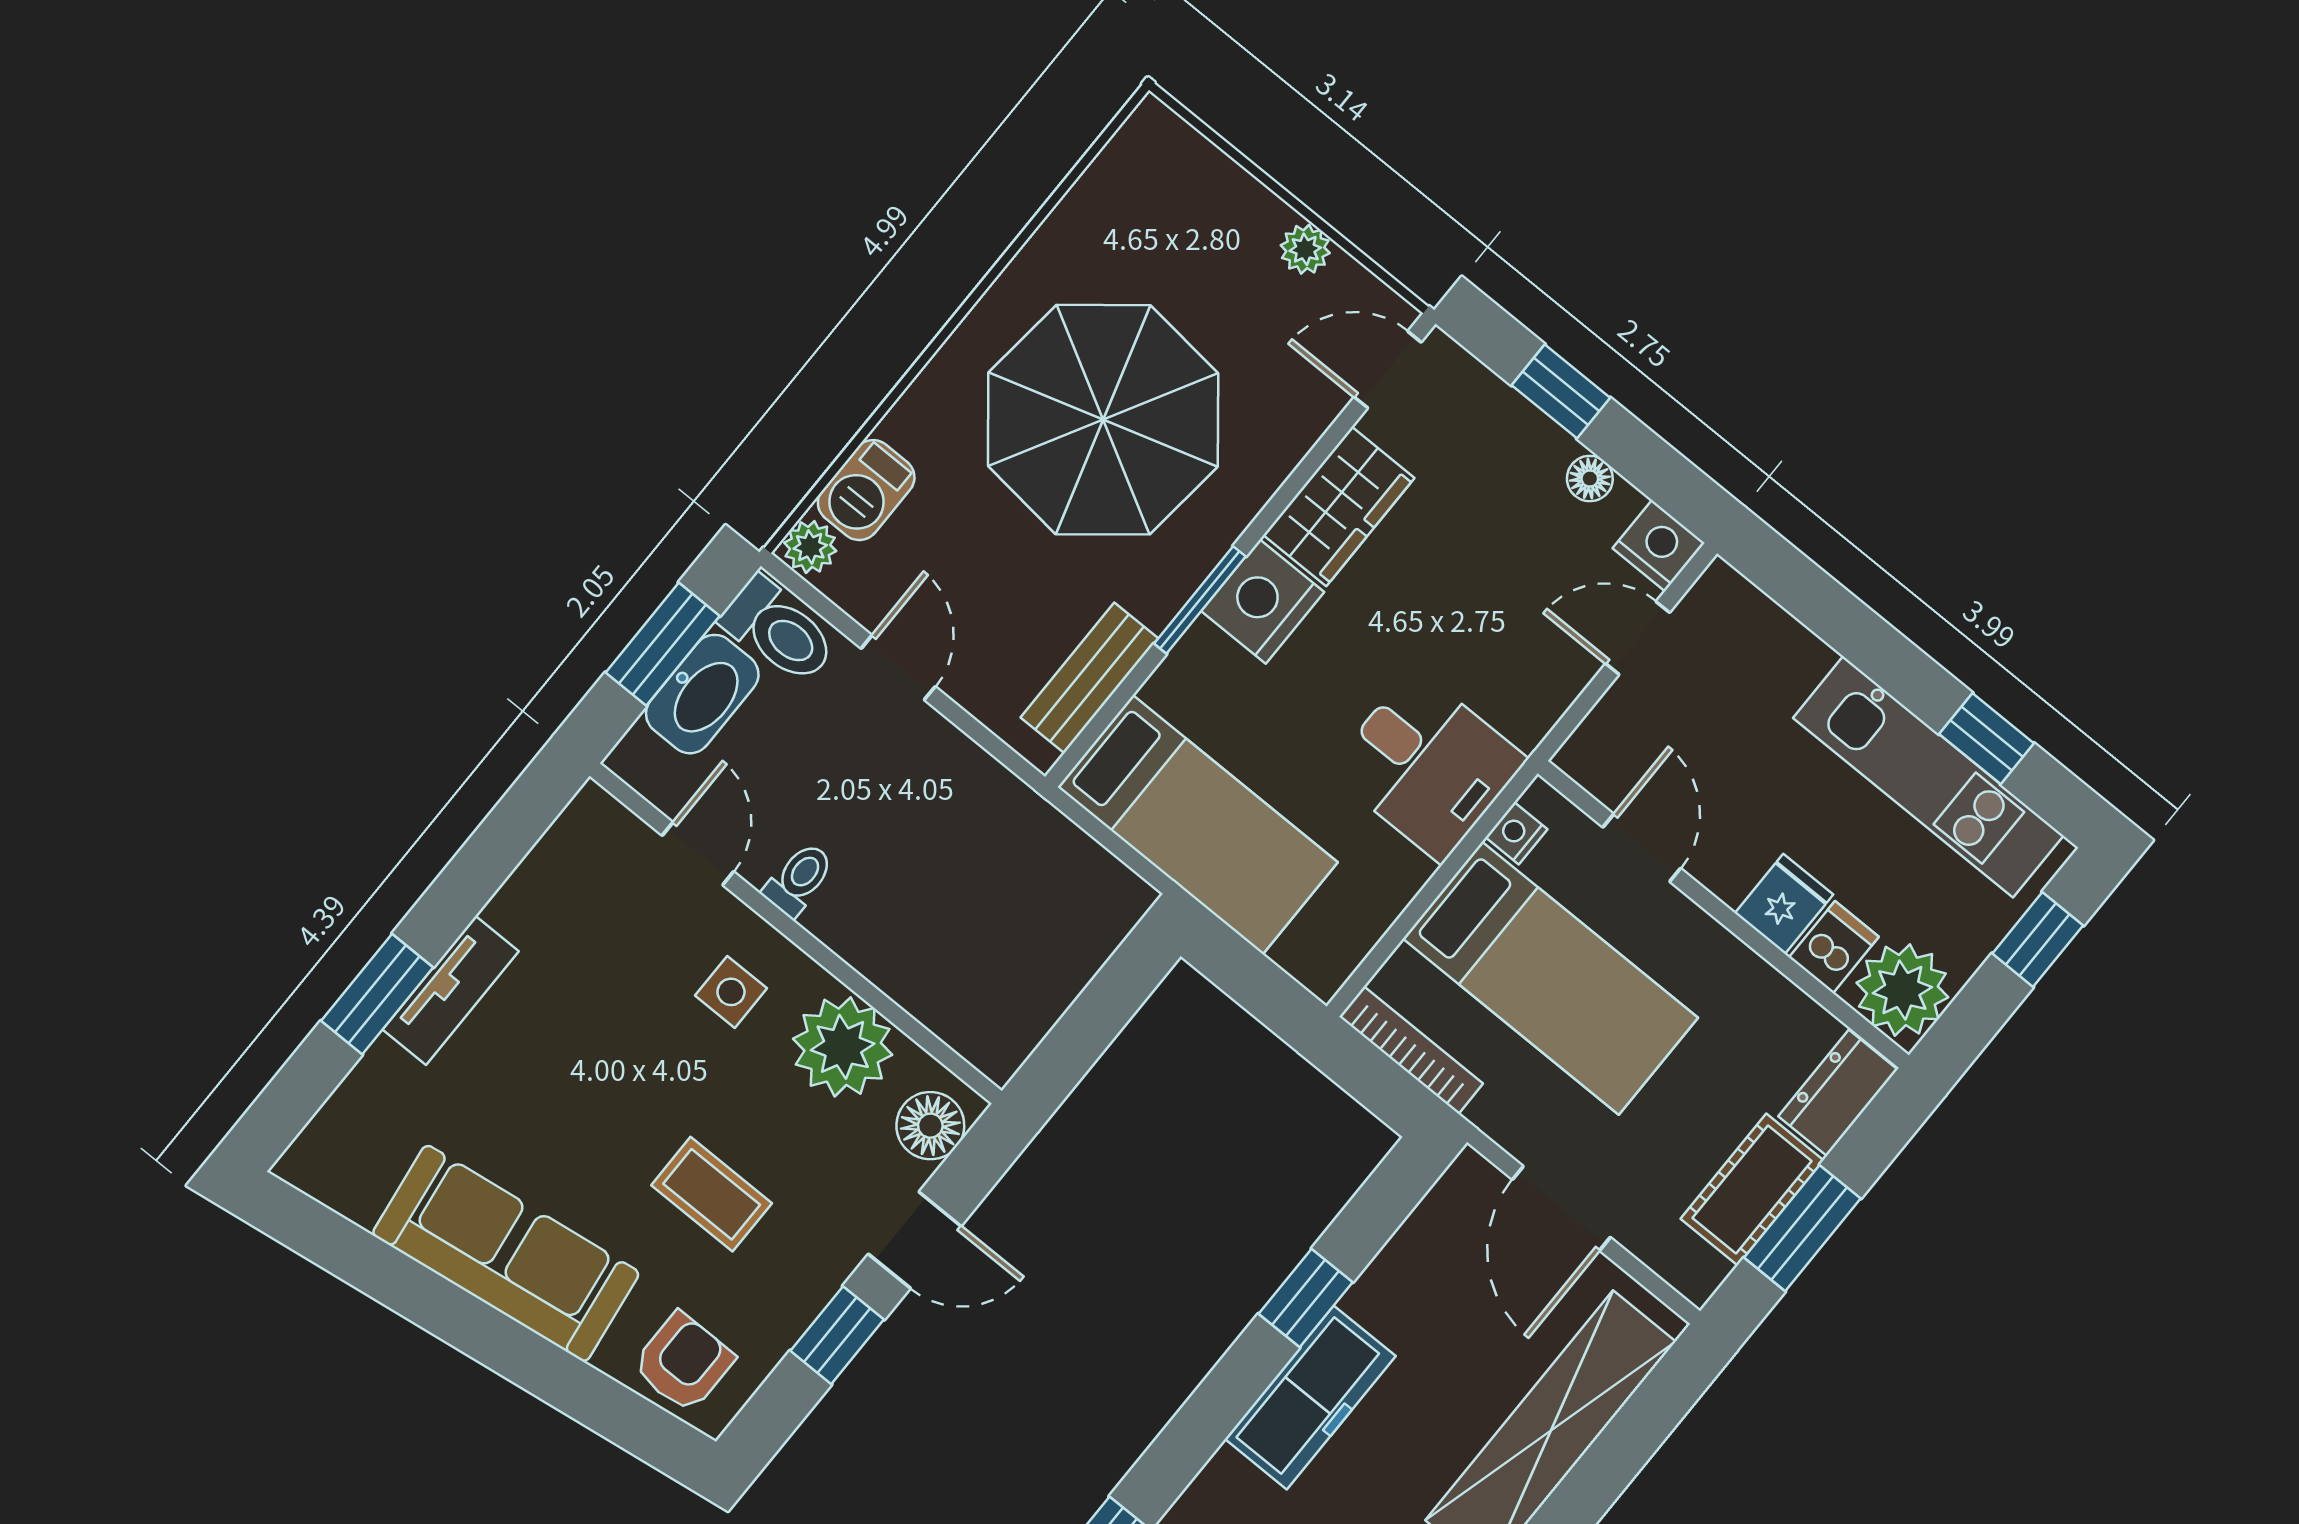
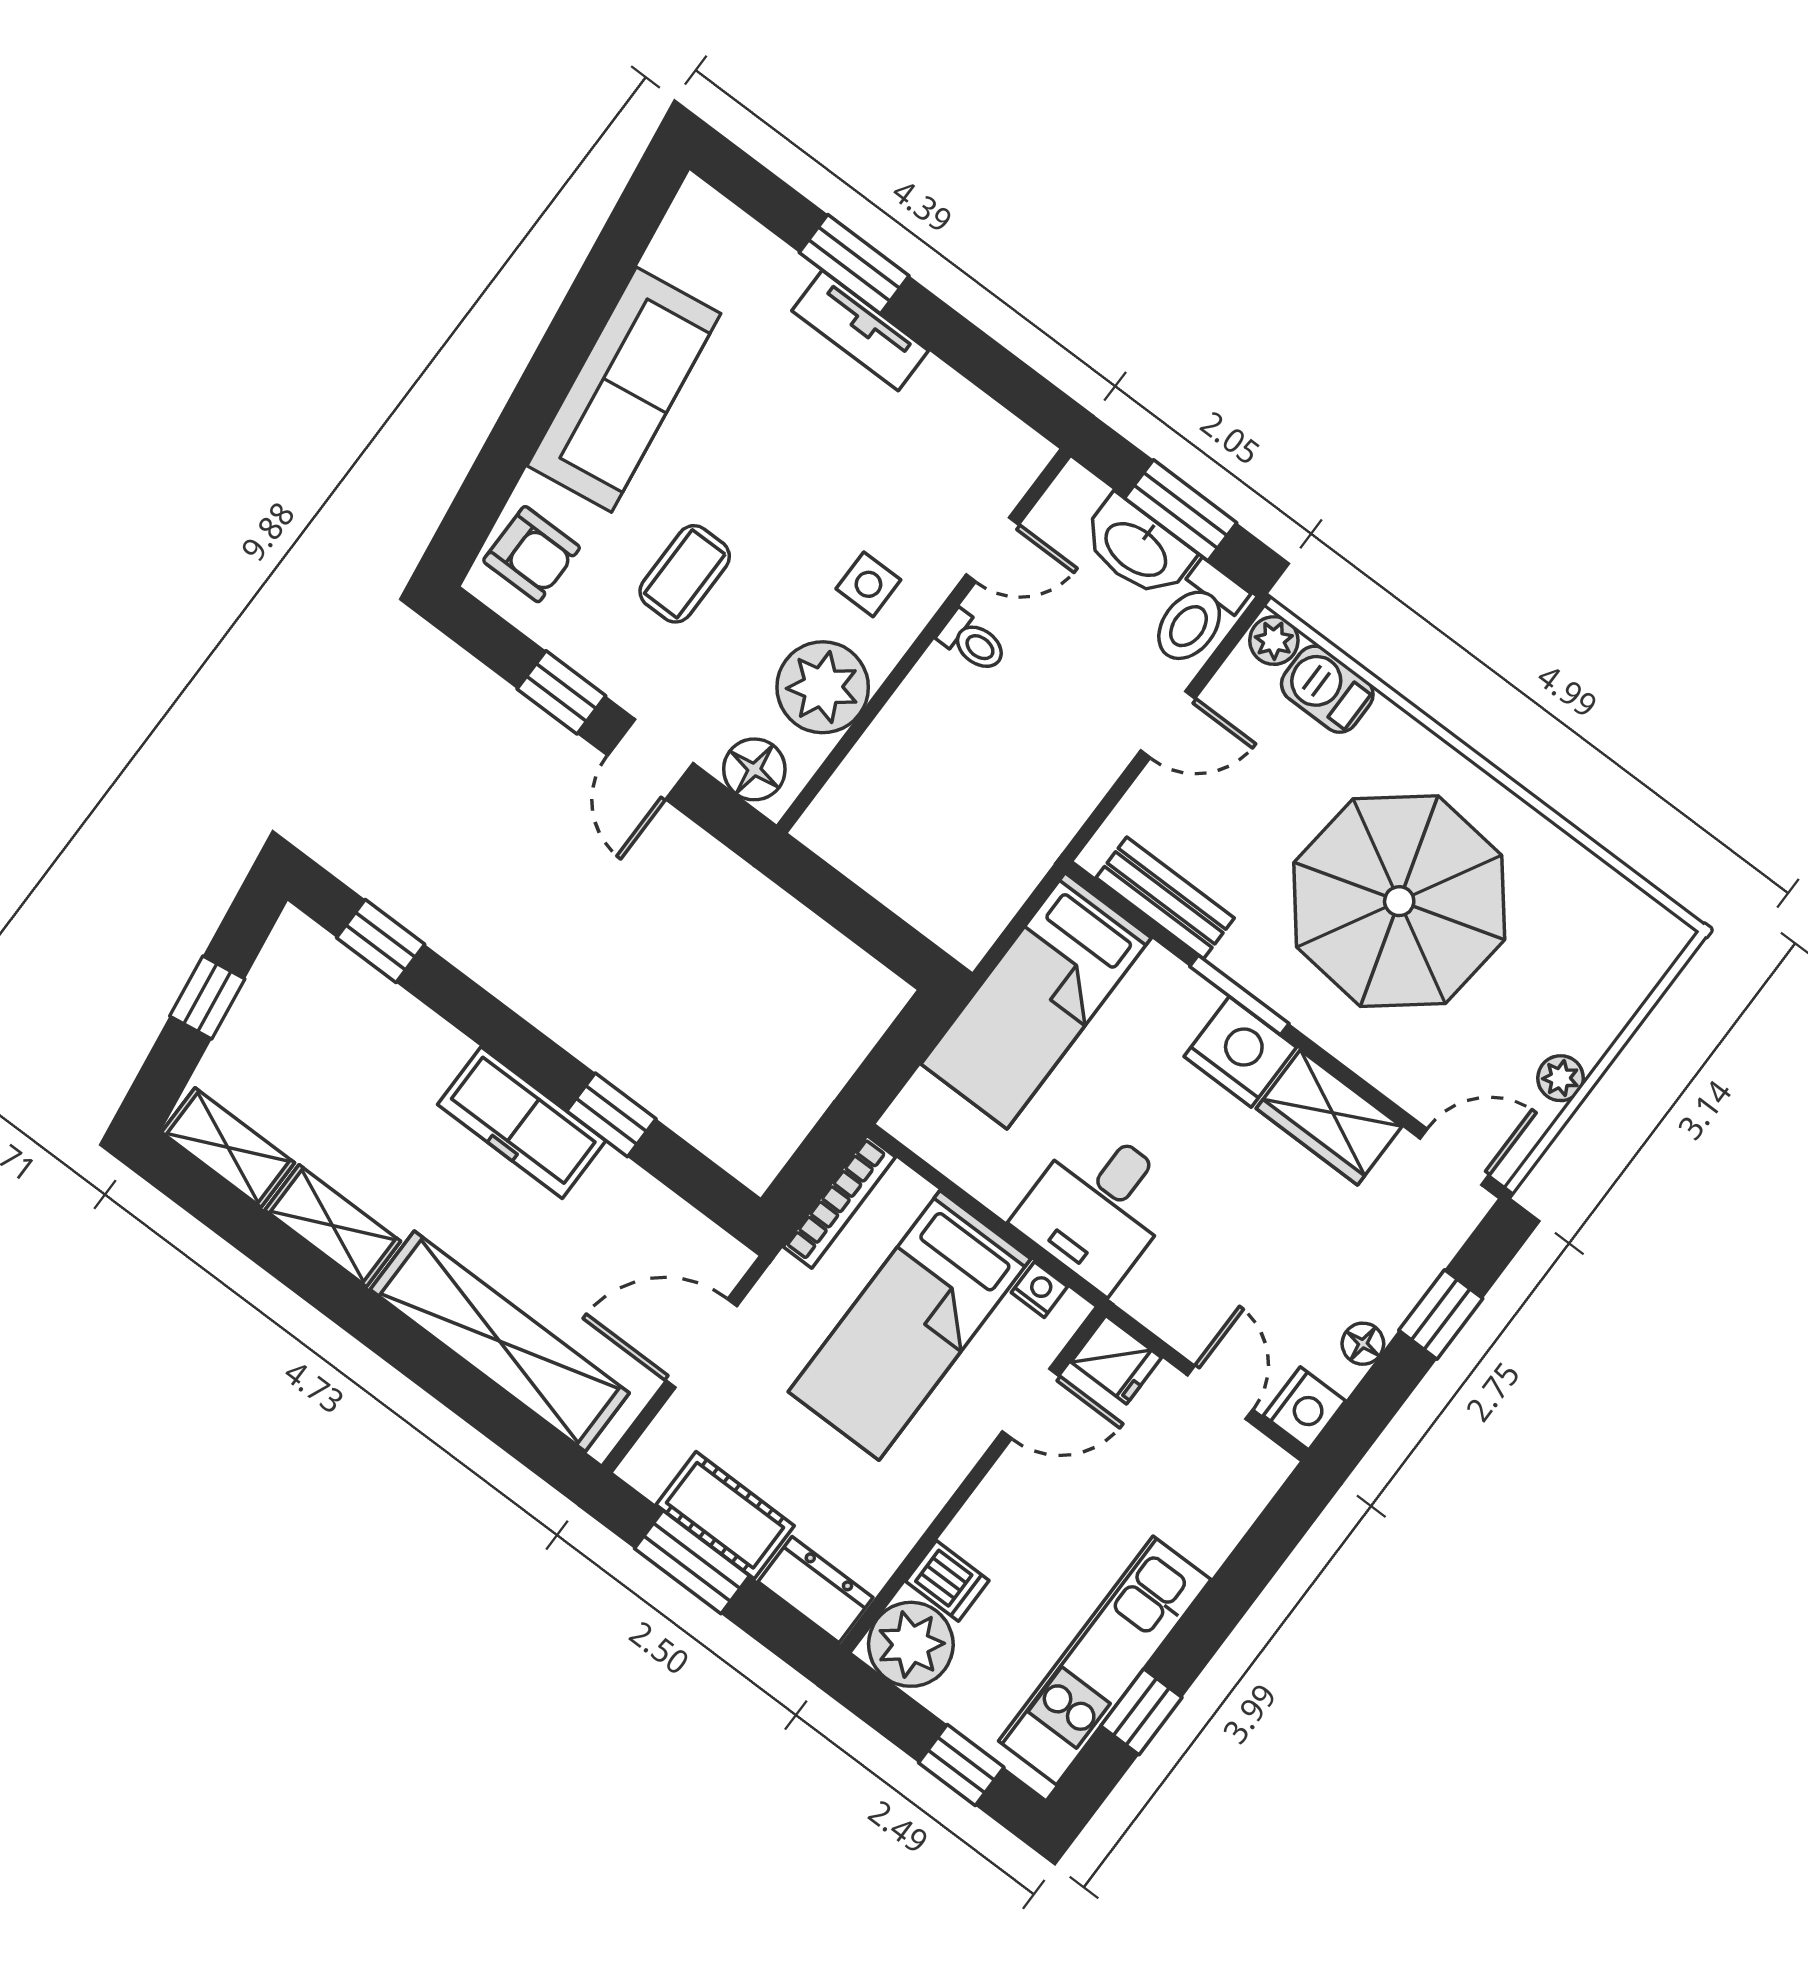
door: (1388, 370) -> (1454, 1157), hinge flipped
fridge: (1784, 904) -> (1116, 1360), moved

